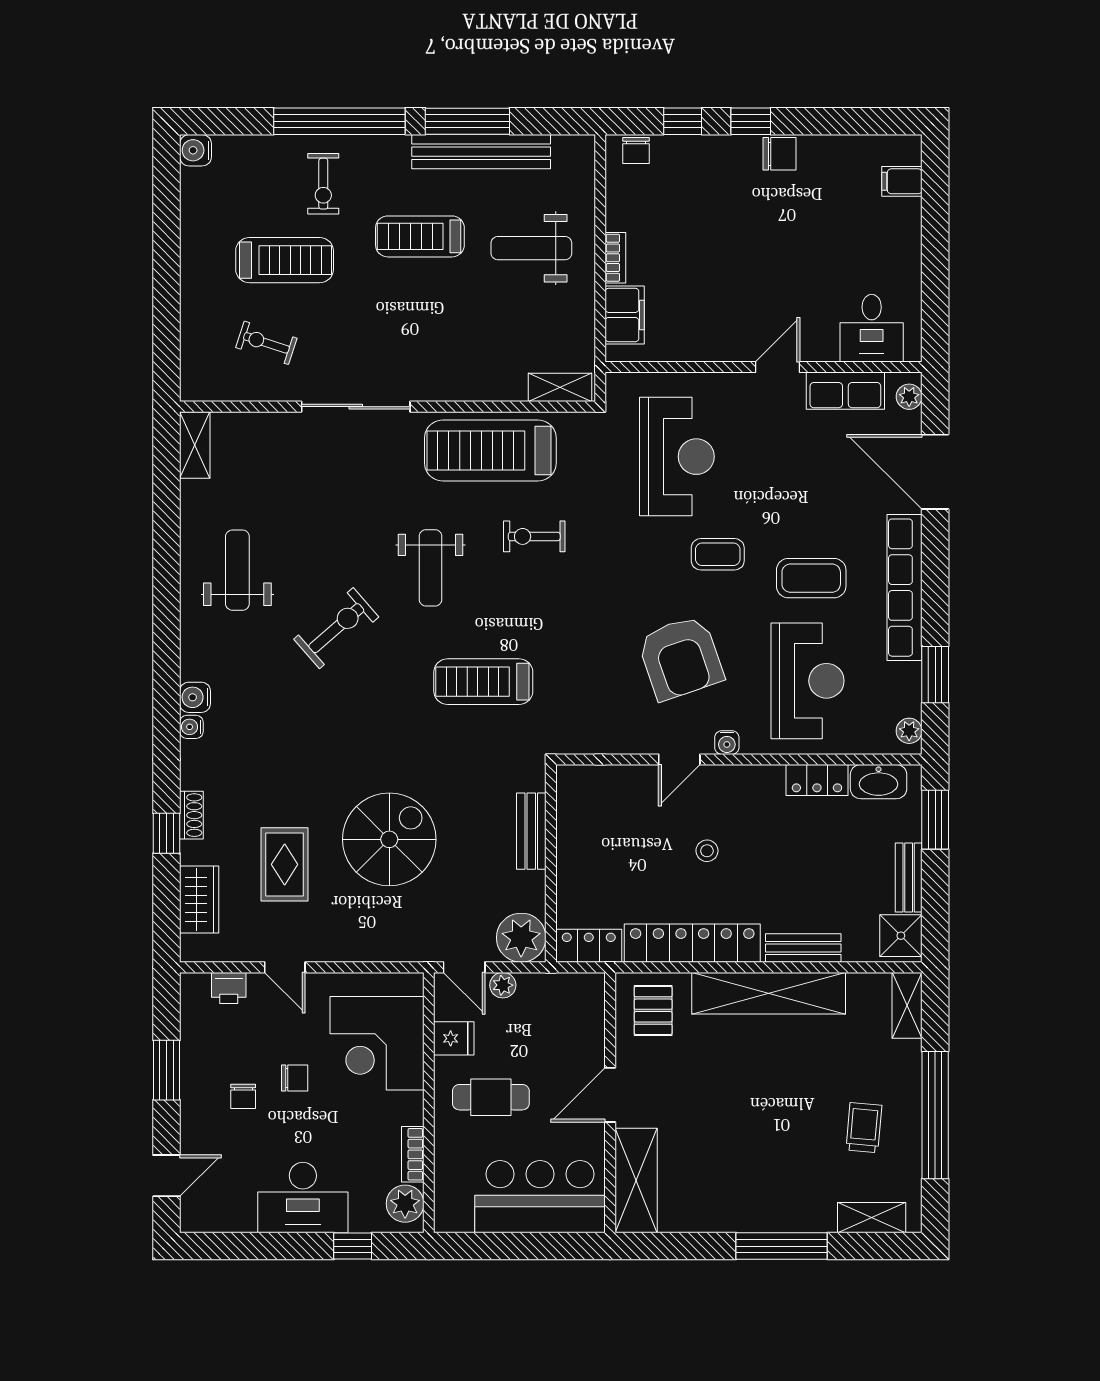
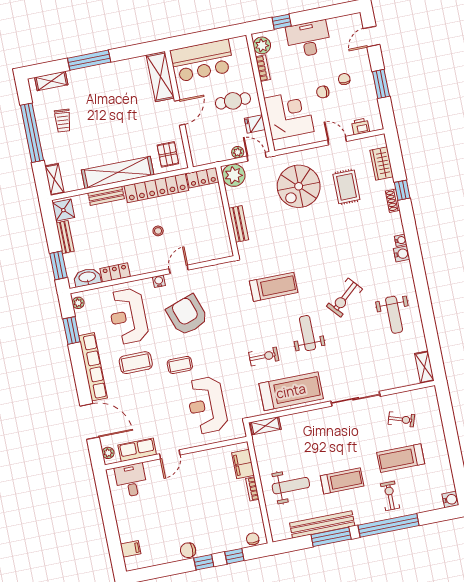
spiral stairs: (389, 839) -> (299, 186), moved

